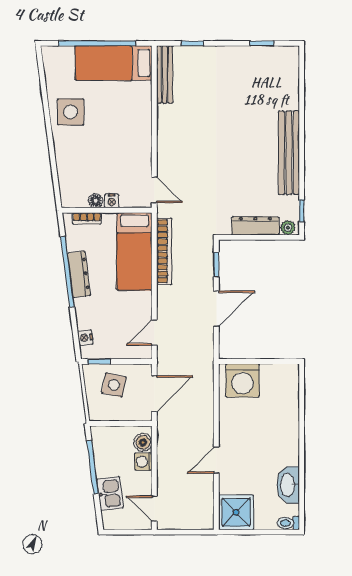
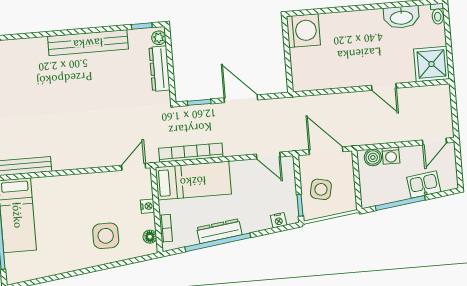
side table: (71, 112) -> (106, 236), moved
floor lamp: (96, 201) -> (150, 237), moved
washing machine: (243, 380) -> (303, 31), moved

